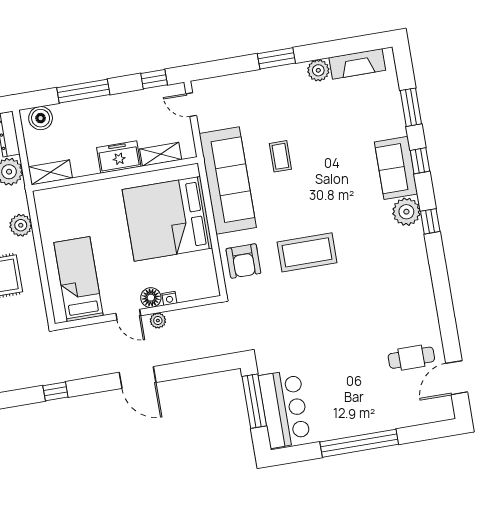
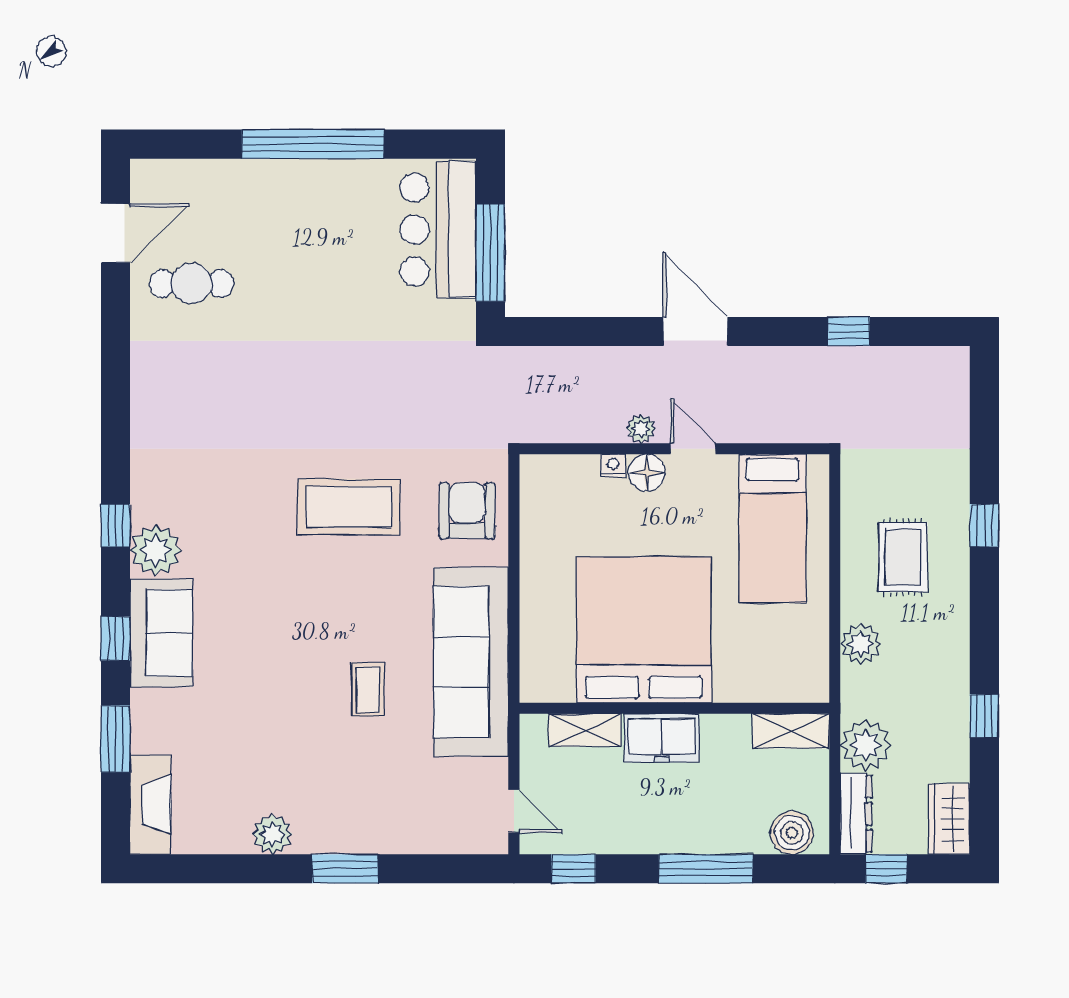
fireplace: (357, 64) -> (150, 805), moved, turned 90
bed: (167, 219) -> (644, 630), moved, turned -90

